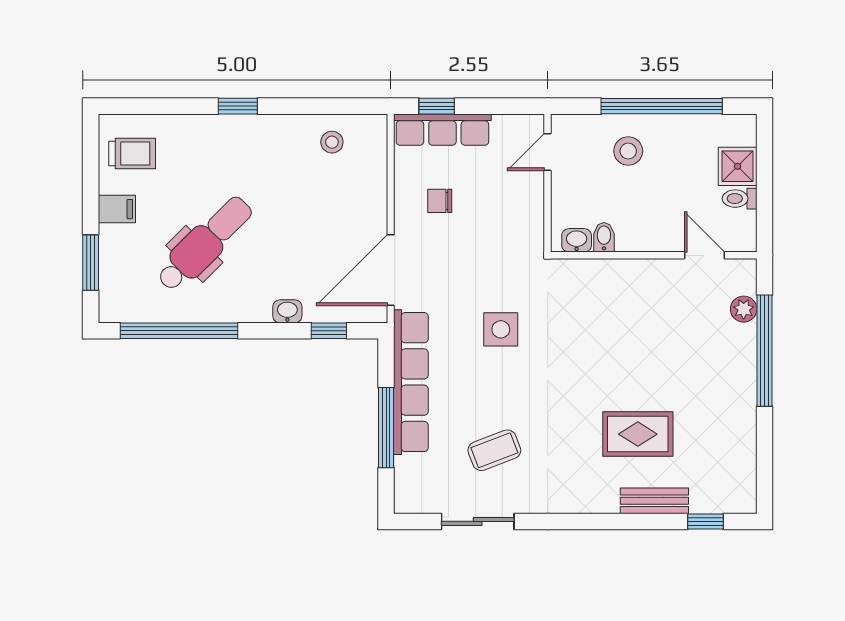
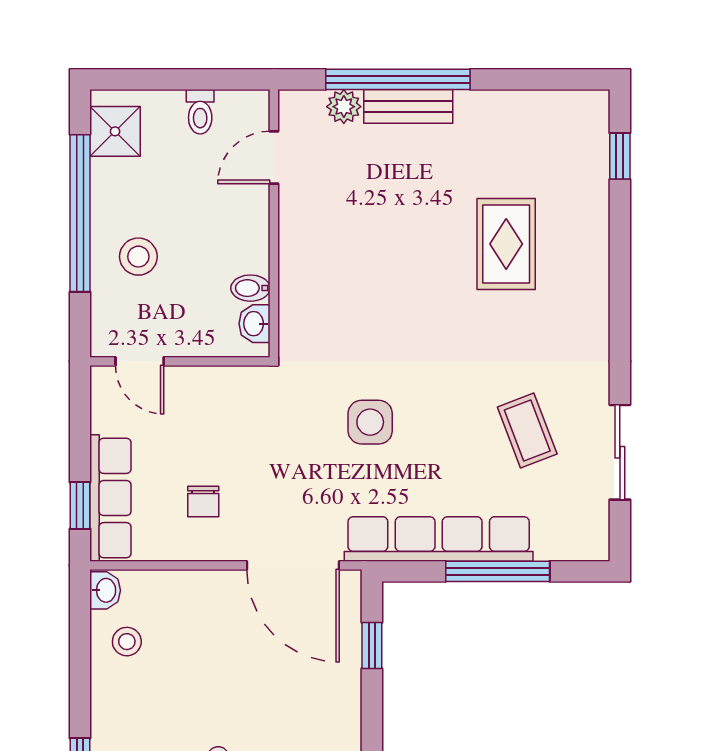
shower: (738, 166) -> (115, 131), moved
washbasin: (287, 311) -> (105, 590), moved, turned 180
bench: (654, 501) -> (408, 106), moved, turned 90

